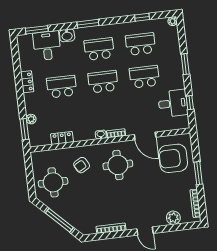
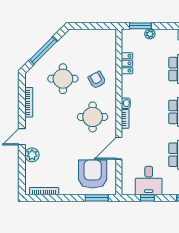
window: (198, 173) -> (97, 198), moved
round table: (53, 182) -> (63, 79), moved
plant: (173, 218) -> (32, 155), moved

